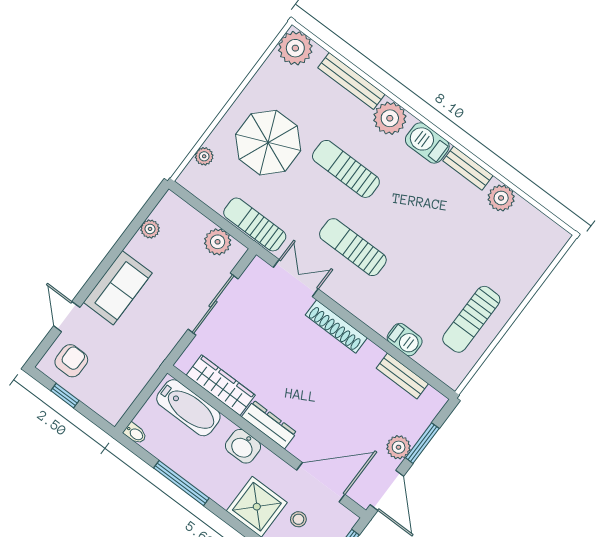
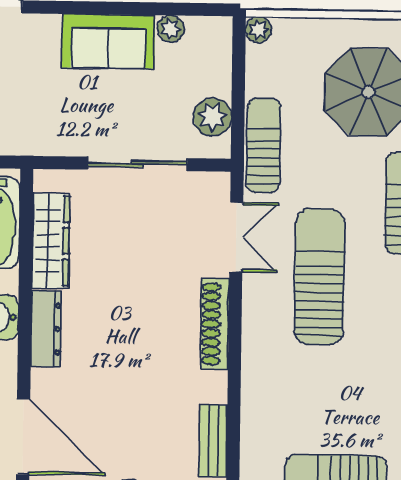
plant: (204, 156) -> (259, 30), moved
sun lounger: (353, 247) -> (320, 277), width x1.36, depth x1.34
sofa: (118, 288) -> (108, 41), moved
barbecue: (405, 340) -> (257, 413), removed

